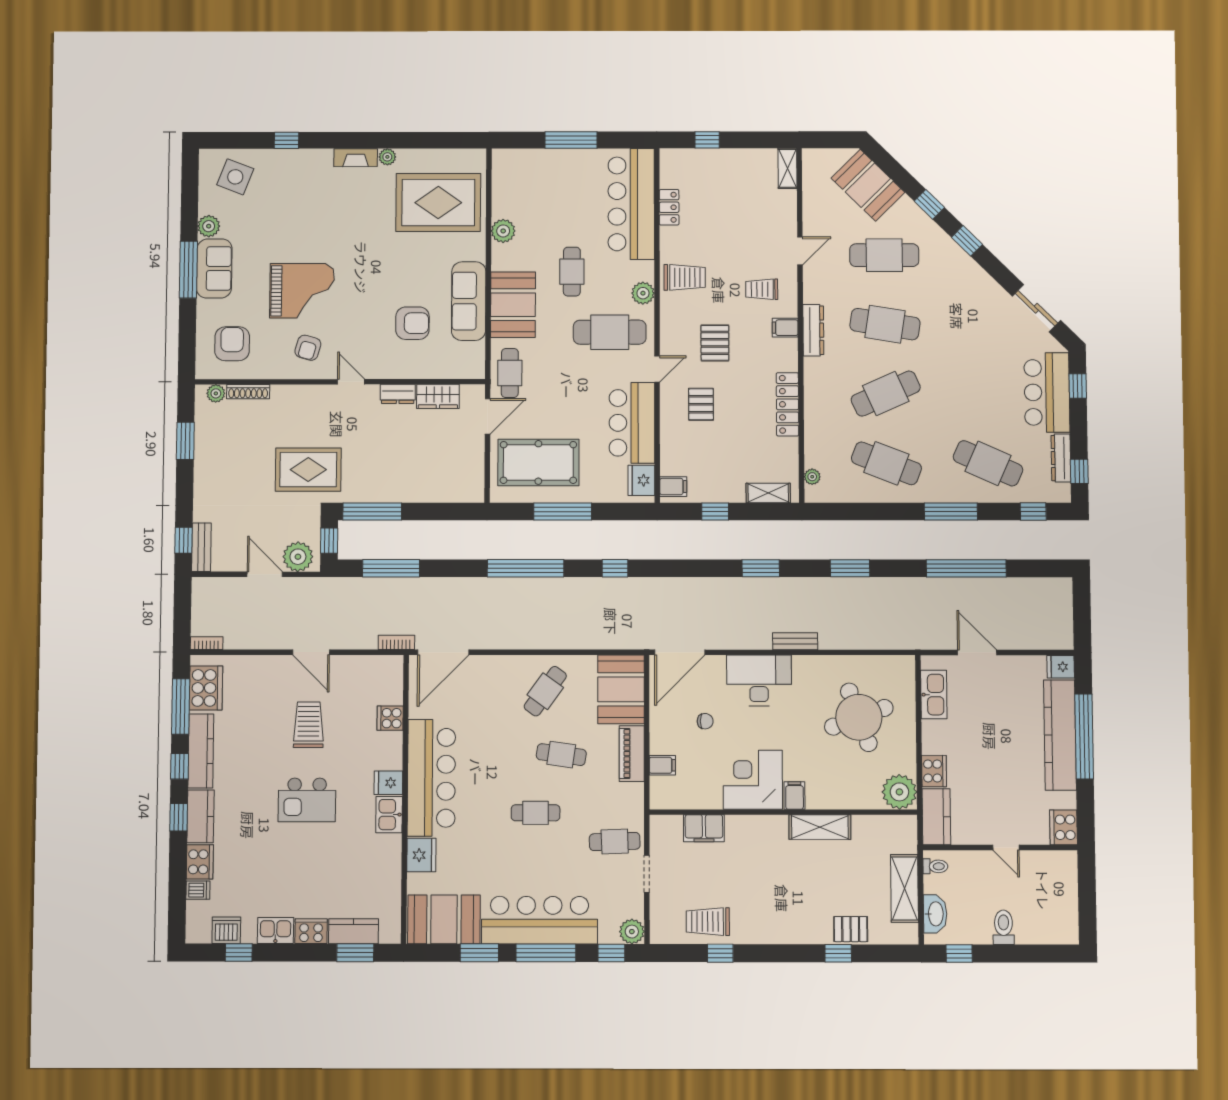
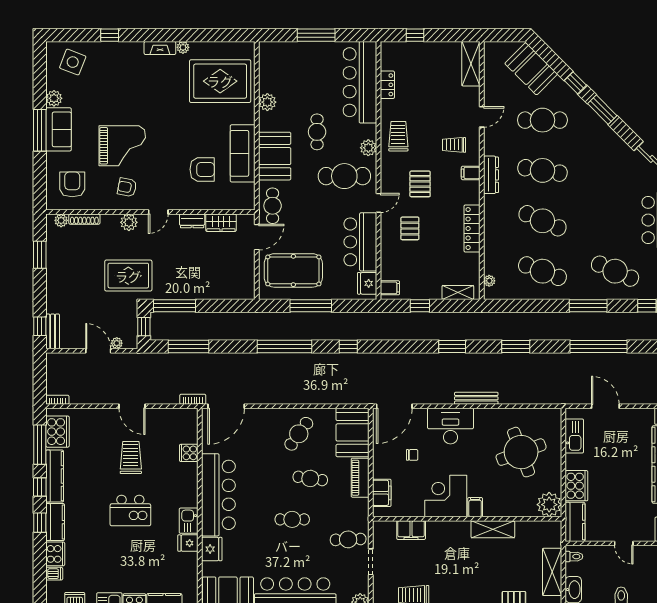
shelving: (787, 168) -> (471, 64), width x1.50, depth x1.33
window: (967, 241) -> (602, 110), width x1.50
trolley: (685, 277) -> (398, 136), turned -90
armchair: (308, 348) -> (127, 187), turned 85
door: (351, 382) -> (158, 212), swing flipped
cafe table: (886, 394) -> (542, 221), turned 48
plant: (310, 396) -> (129, 222), added
plant: (298, 557) -> (117, 343), width x0.53, depth x0.53
bench: (795, 641) -> (476, 398), width x1.36
filing cabinet: (662, 765) -> (382, 493), width x2.00
cooker: (934, 771) -> (576, 486), width x1.37, depth x1.31
fridge: (388, 783) -> (188, 543), moved

